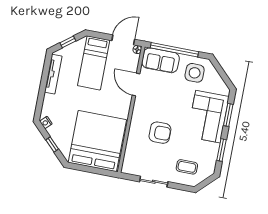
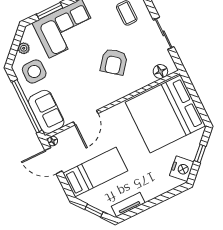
tv unit: (53, 74) -> (128, 204), width x0.71
plant: (216, 78) -> (24, 48), added
nightstand: (46, 122) -> (182, 169), width x1.89, depth x1.79
armchair: (160, 133) -> (114, 62), turned -142
floor lamp: (129, 160) -> (160, 71), added

